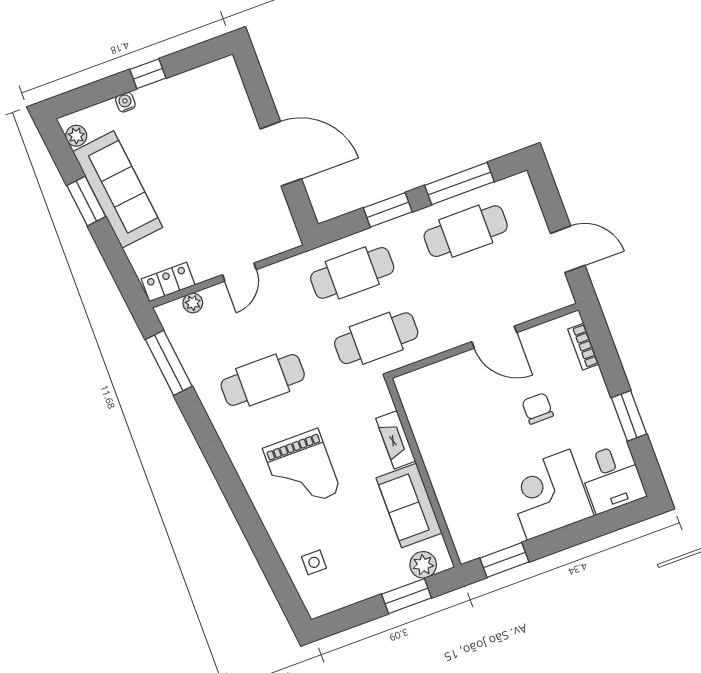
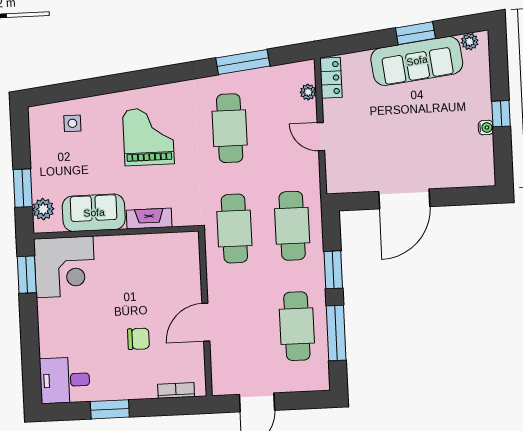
water cooler: (125, 102) -> (486, 128), moved
window: (169, 363) -> (243, 62), moved
grand piano: (302, 470) -> (148, 137), turned 90
corner desk: (549, 495) -> (65, 267), moved, turned 90

